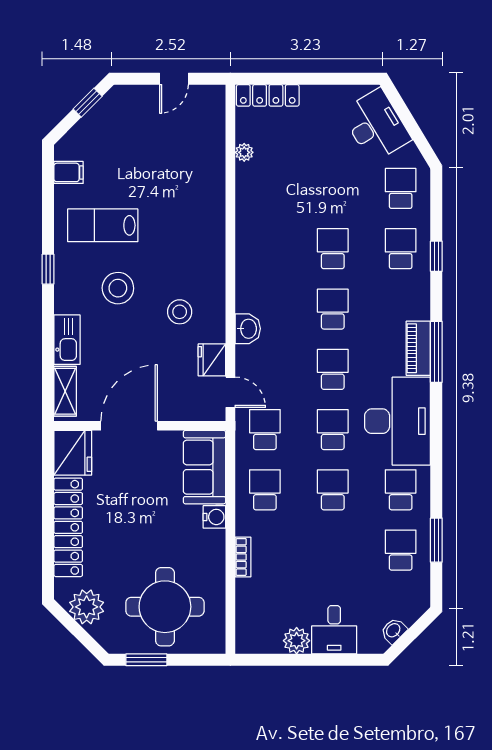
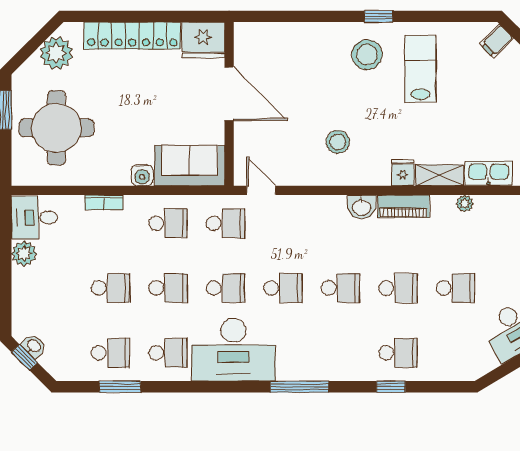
plant: (244, 152) -> (465, 203), moved
filing cabinet: (69, 172) -> (497, 41), moved, turned 45
school desk: (401, 188) -> (456, 288), moved
stool: (118, 288) -> (367, 55), moved
washbasin: (248, 329) -> (362, 207), moved
kitchen sink: (67, 340) -> (488, 173), moved, turned 180
piano: (418, 348) -> (403, 206), moved, turned 180
fridge: (212, 360) -> (403, 173), moved, width x0.72
shelving: (65, 391) -> (439, 175), moved
door: (230, 392) -> (261, 190), swing flipped
school desk: (333, 550) -> (110, 288), added
desk: (334, 630) -> (34, 217), moved
window: (405, 640) -> (24, 357), added

